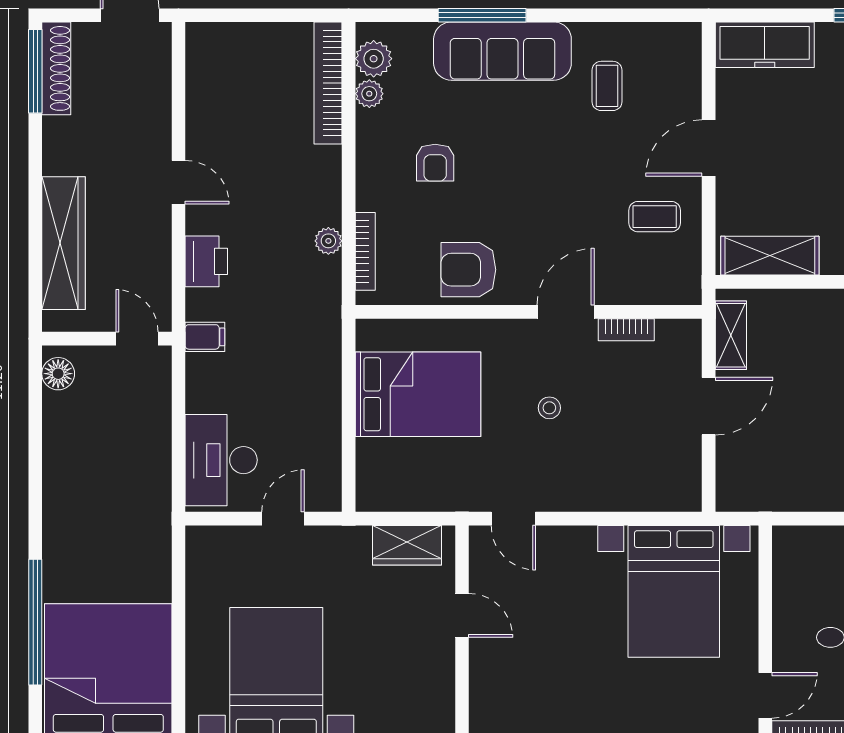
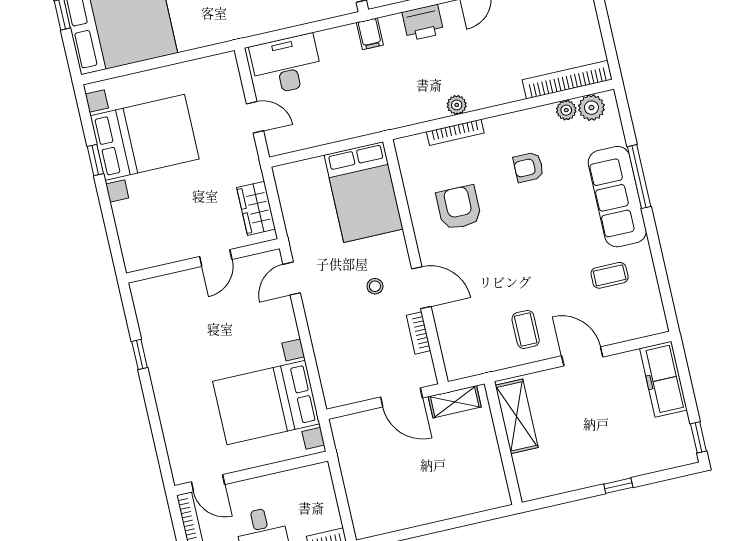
wall: (529, 312) -> (415, 262), moved
door: (566, 312) -> (421, 288), moved
bookcase: (626, 330) -> (419, 333), moved

